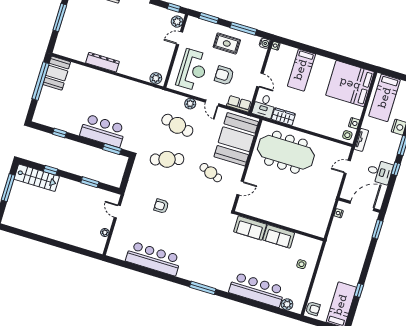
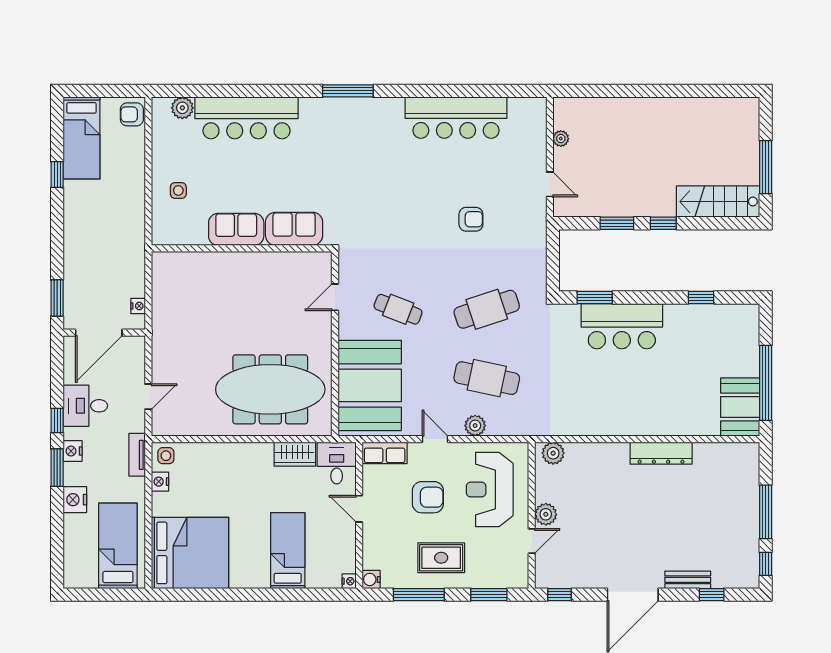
plant: (177, 22) -> (546, 514), moved
nightstand: (393, 151) -> (73, 451), added
window: (51, 170) -> (663, 223), moved

